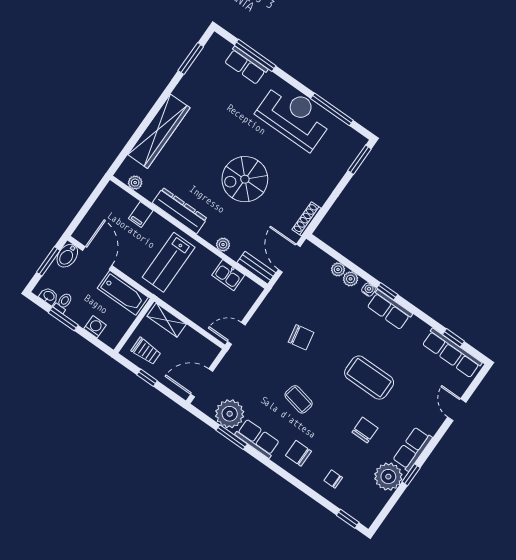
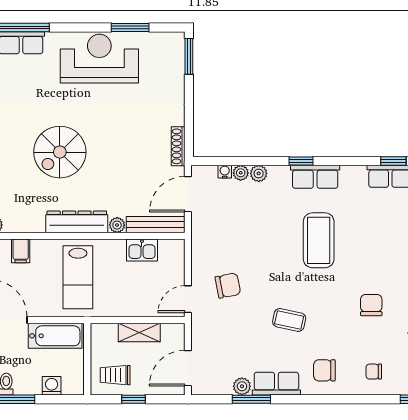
window: (332, 109) -> (130, 27), width x0.69
spiral stairs: (245, 179) -> (60, 152), moved
dresser: (180, 211) -> (77, 222), moved
door: (289, 258) -> (188, 194), hinge flipped
bench: (256, 268) -> (156, 225), width x1.36
water cooler: (369, 290) -> (225, 172), moved
shelving: (167, 320) -> (139, 333), moved
chair: (301, 337) -> (228, 285), moved
trolley: (146, 351) -> (115, 375), turned 180
coffee table: (369, 378) -> (319, 240), moved, turned 90
plant: (230, 414) -> (242, 386), width x0.53, depth x0.53

